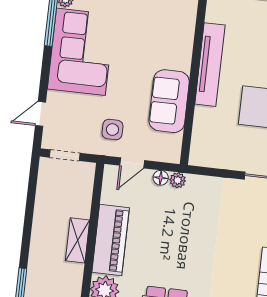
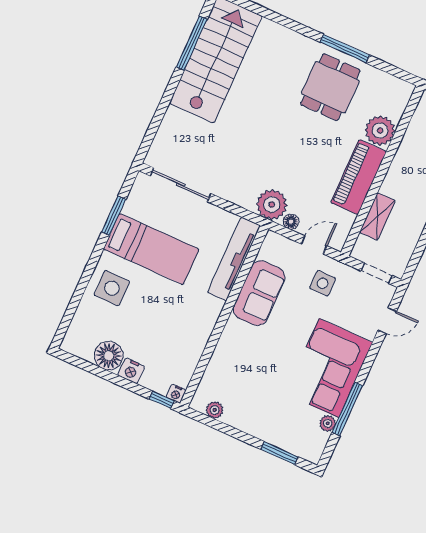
tv unit: (210, 65) -> (234, 259), moved
plant: (178, 180) -> (272, 205), width x1.88, depth x1.88
shelving: (78, 240) -> (377, 217), moved

